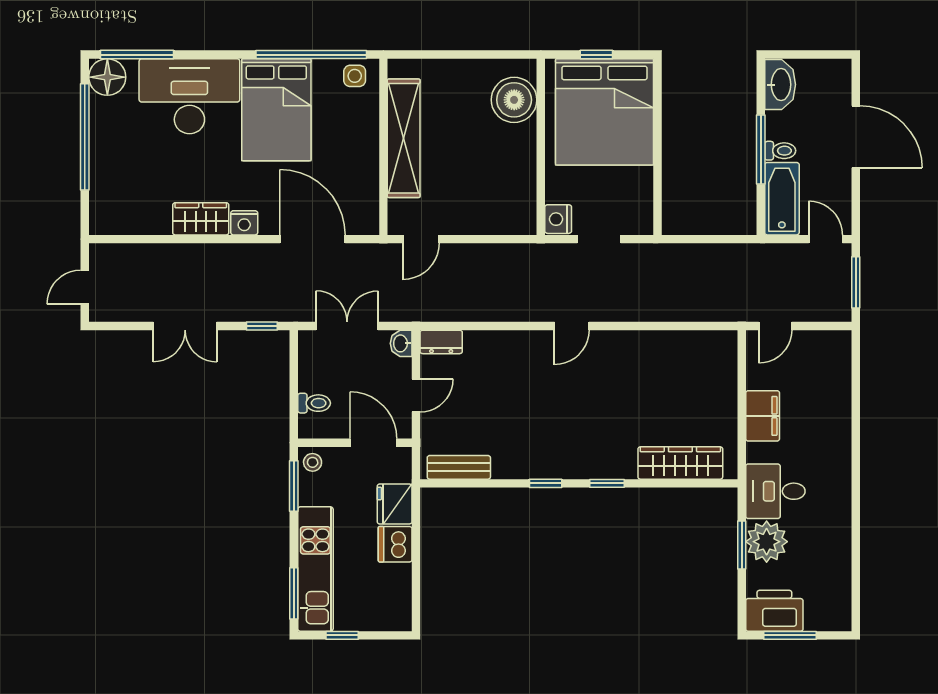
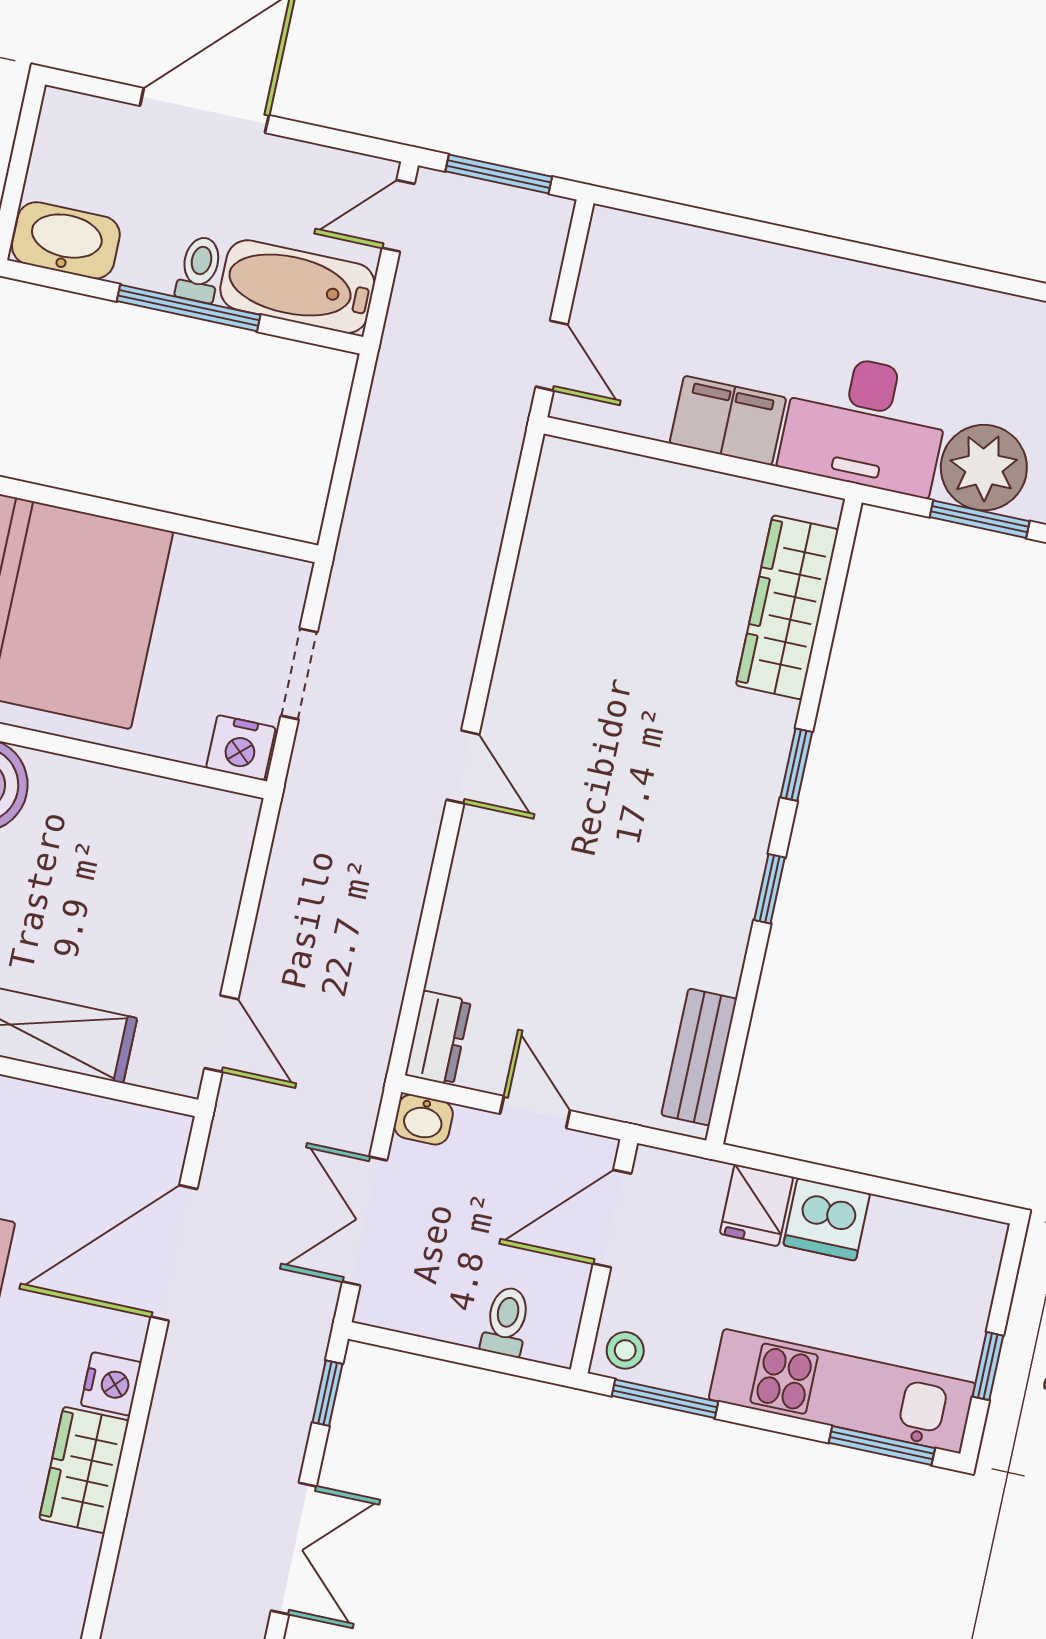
desk: (775, 491) -> (865, 423), width x1.37
fridge: (395, 504) -> (756, 1205), width x0.72

